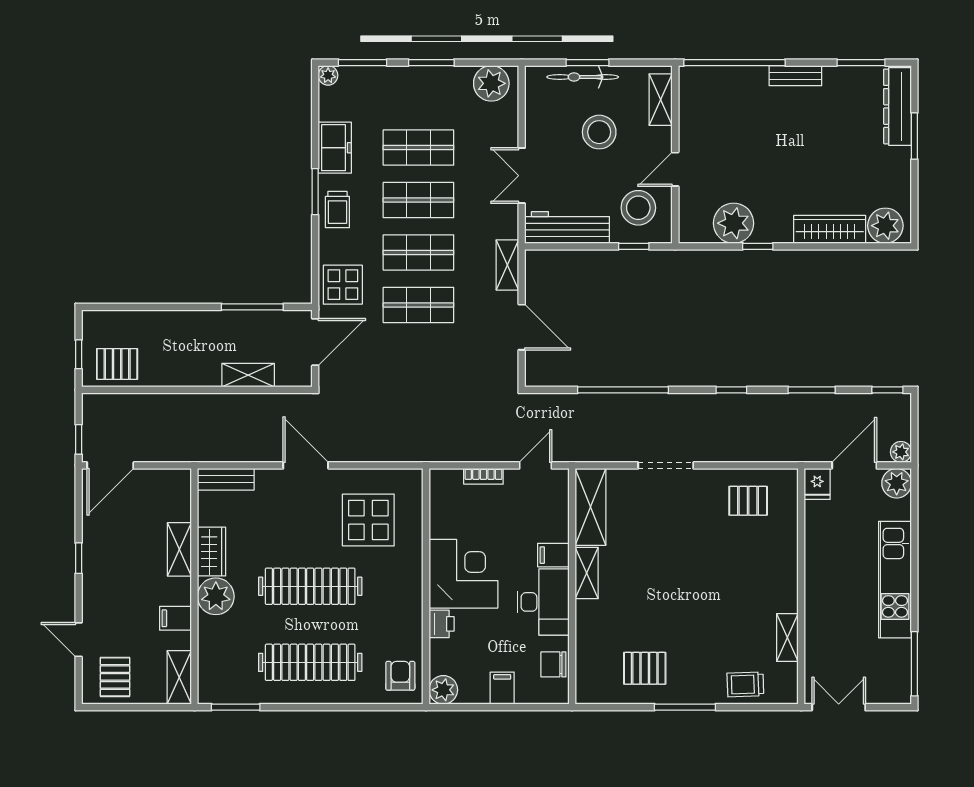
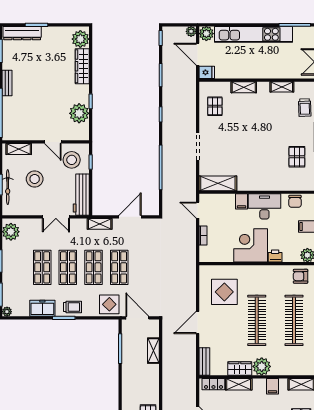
locker: (180, 498) -> (213, 384), added
shelving: (587, 573) -> (244, 87), moved
kitchen unit: (895, 580) -> (253, 34), width x1.36

